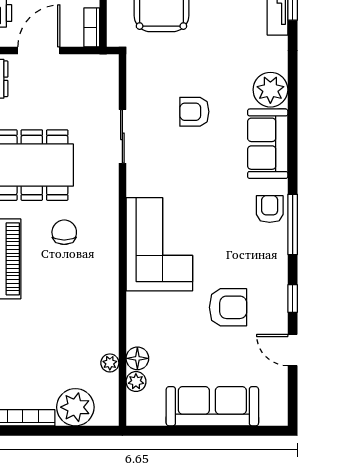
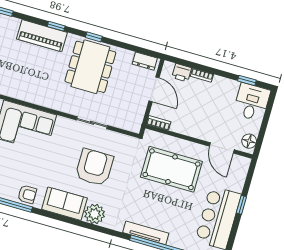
armchair: (194, 112) -> (94, 167), width x1.88, depth x1.88
chair: (64, 232) -> (47, 74), removed

